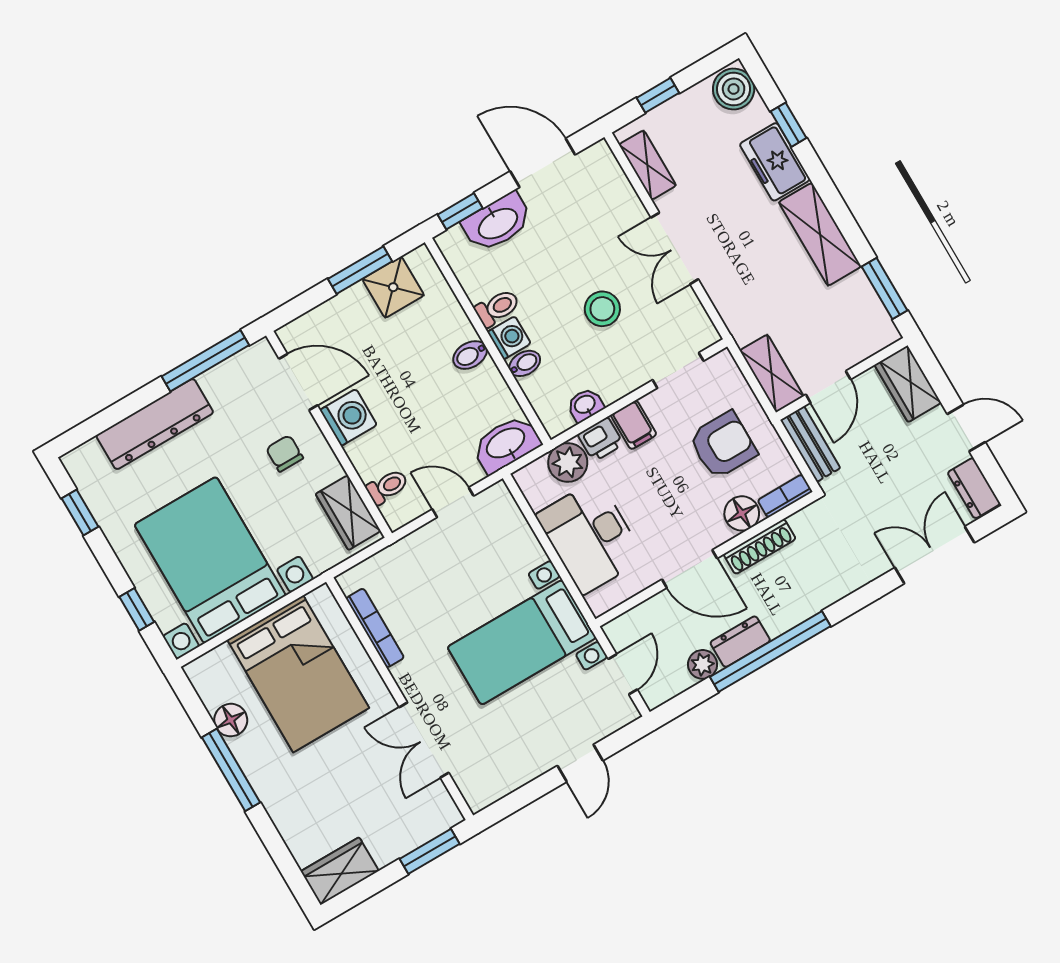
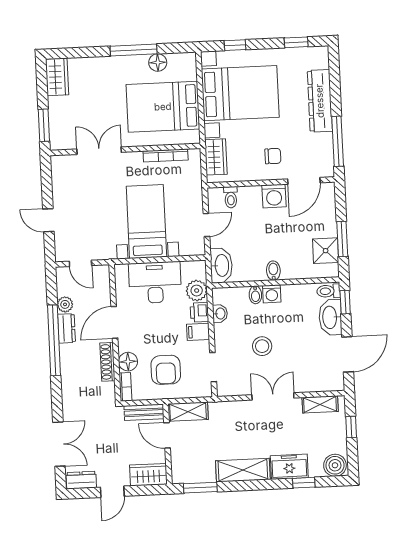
toilet: (497, 308) -> (329, 291), moved, turned 90
wardrobe: (348, 513) -> (216, 157), moved, turned 90
bed with nightstands: (522, 642) -> (146, 222), moved

